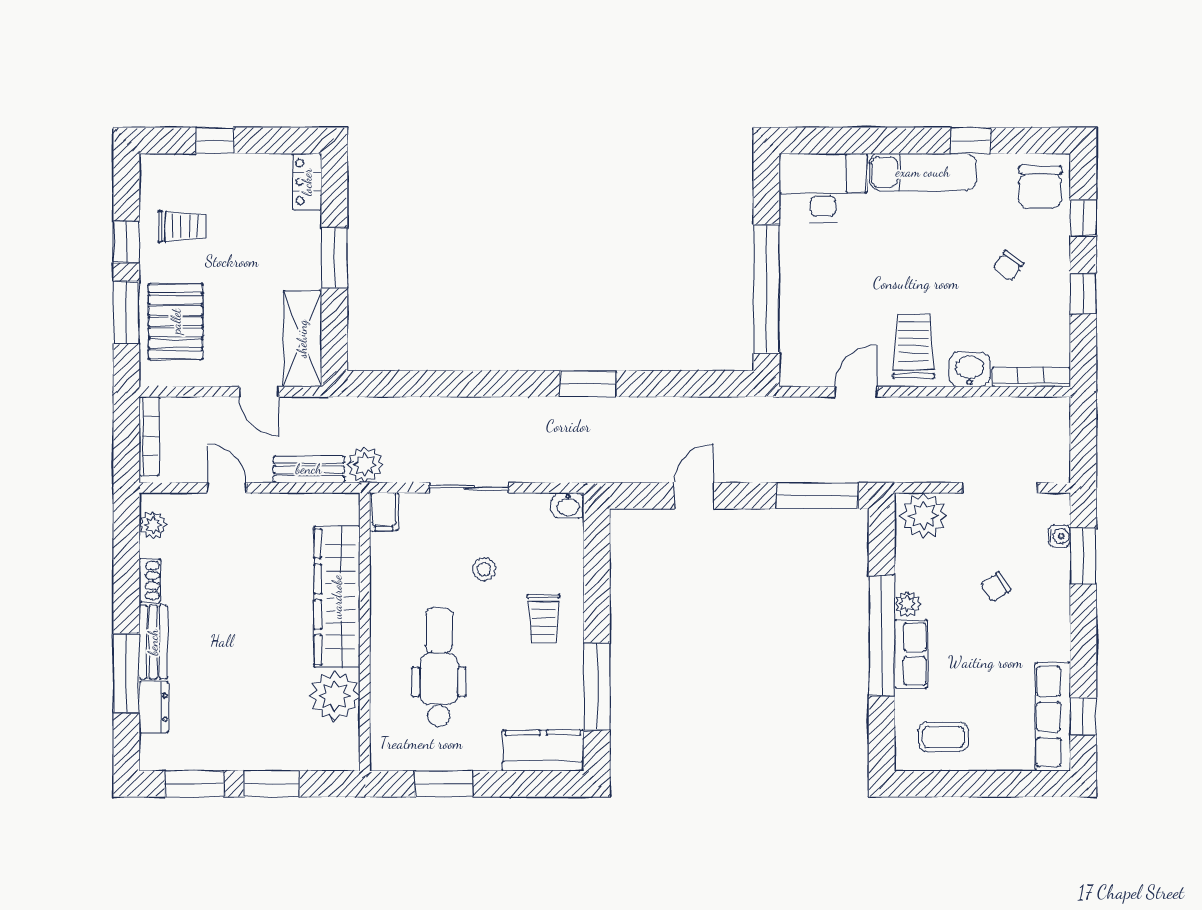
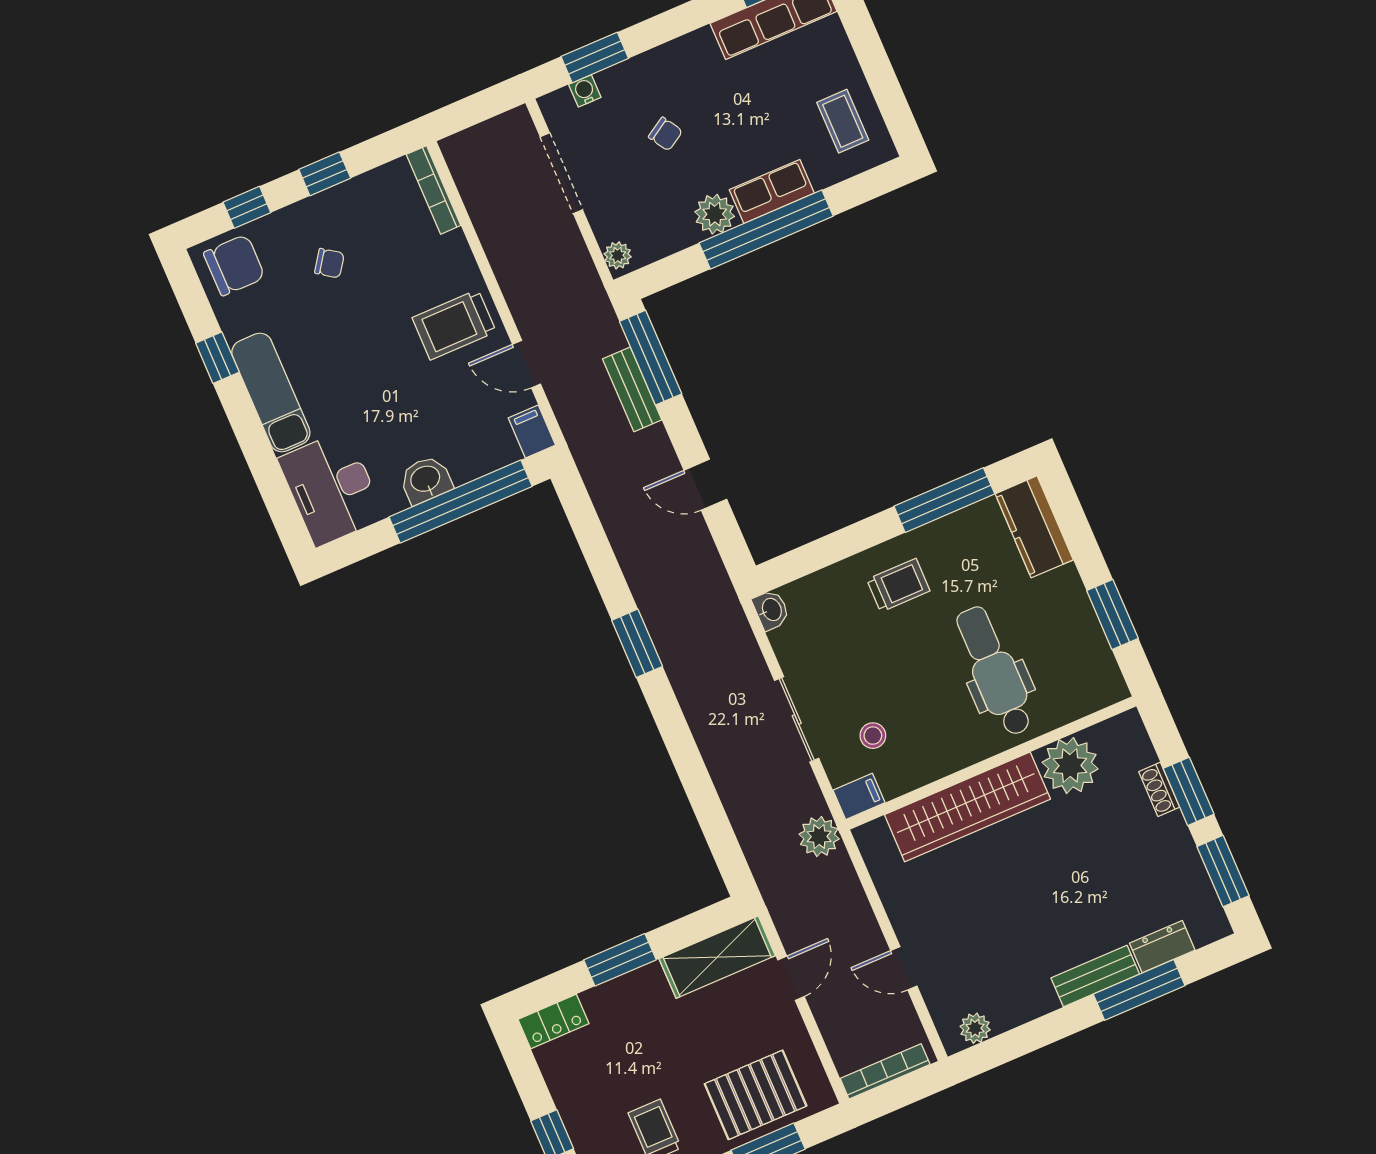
washbasin: (970, 370) -> (426, 480), moved, turned 90
filing cabinet: (799, 372) -> (532, 431), added
bench: (309, 469) -> (632, 389), moved
door: (227, 488) -> (904, 968), hinge flipped
plant: (924, 516) -> (618, 255), width x0.53, depth x0.53
stool: (484, 569) -> (873, 736), moved
shoe rack: (150, 581) -> (1159, 789), moved, turned -90
plant: (907, 604) -> (715, 214), width x1.38, depth x1.38
dental chair: (439, 667) -> (994, 671), turned 90

